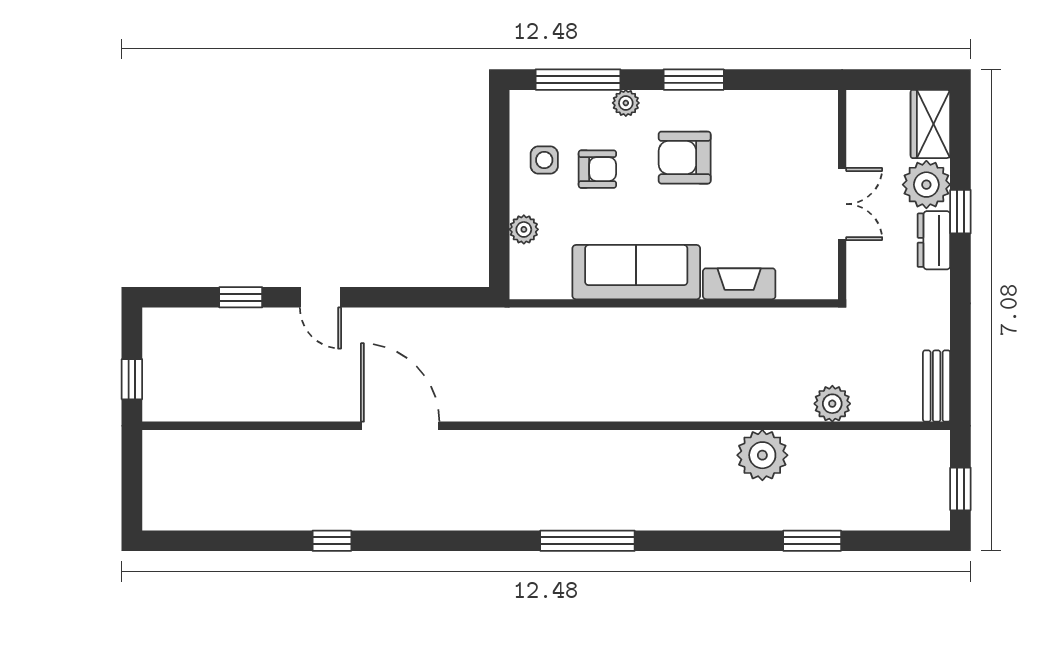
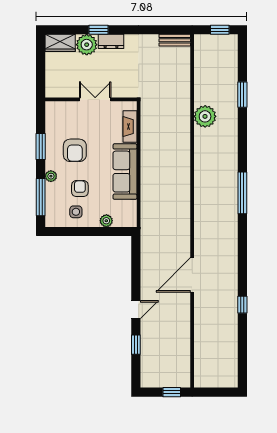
wall: (842, 195) -> (91, 99), moved
double door: (842, 204) -> (95, 99), moved
plant: (832, 404) -> (182, 86), removed

